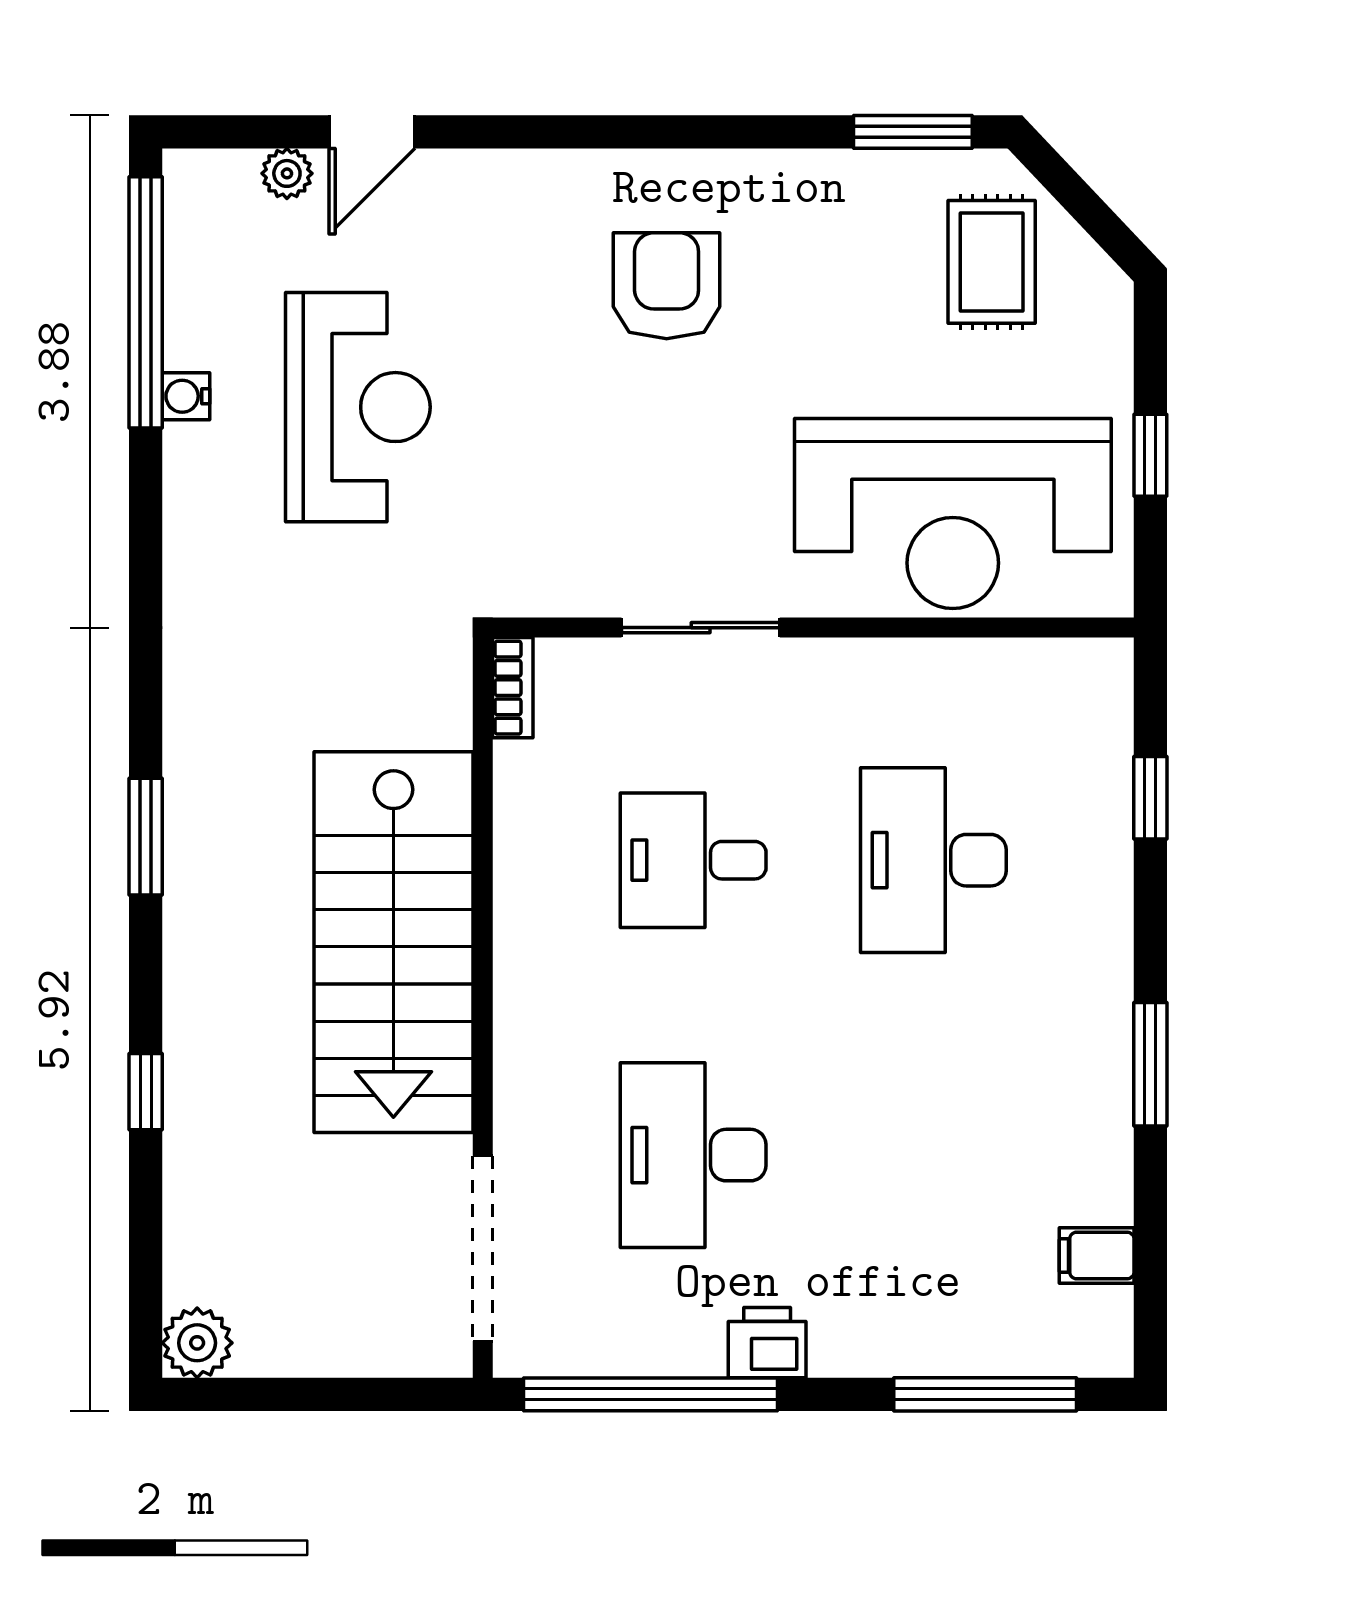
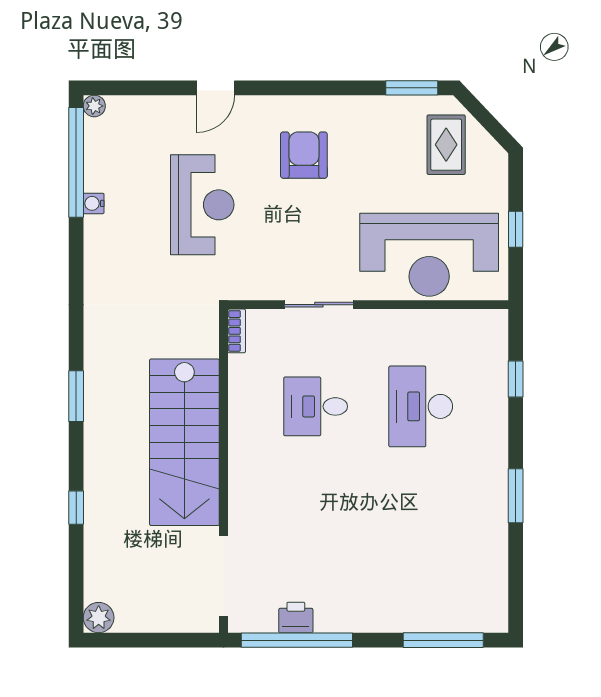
door: (372, 132) -> (216, 88), moved
plant: (287, 173) -> (94, 106), moved
reception desk: (358, 407) -> (202, 205), moved
desk: (693, 1155) -> (316, 535), removed
filing cabinet: (1097, 1256) -> (492, 579), removed
printer: (767, 1343) -> (296, 617), moved

